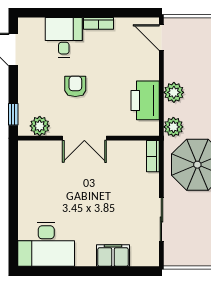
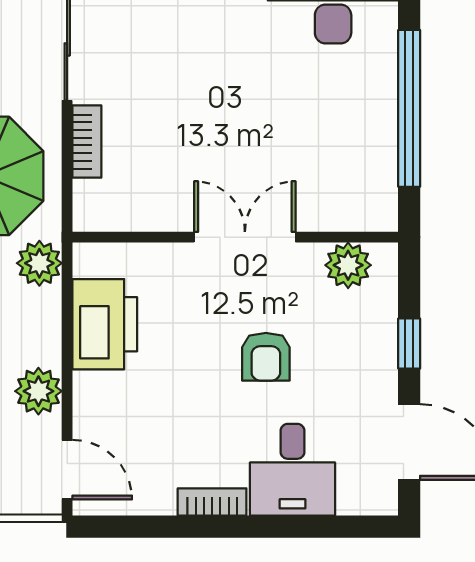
plant: (174, 92) -> (38, 391), moved
window: (13, 114) -> (409, 344), moved
bookcase: (153, 156) -> (87, 142), moved
window: (13, 194) -> (409, 108), added

